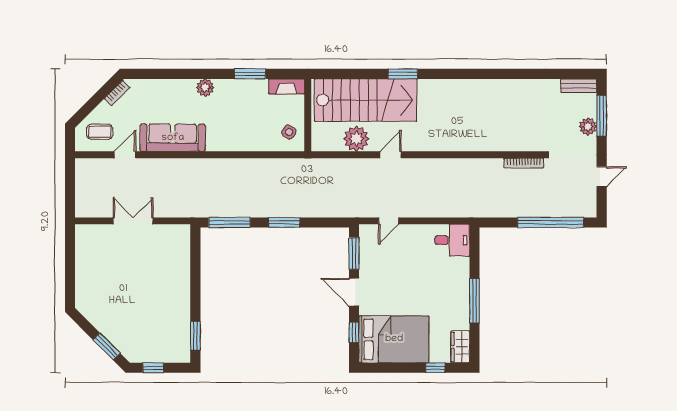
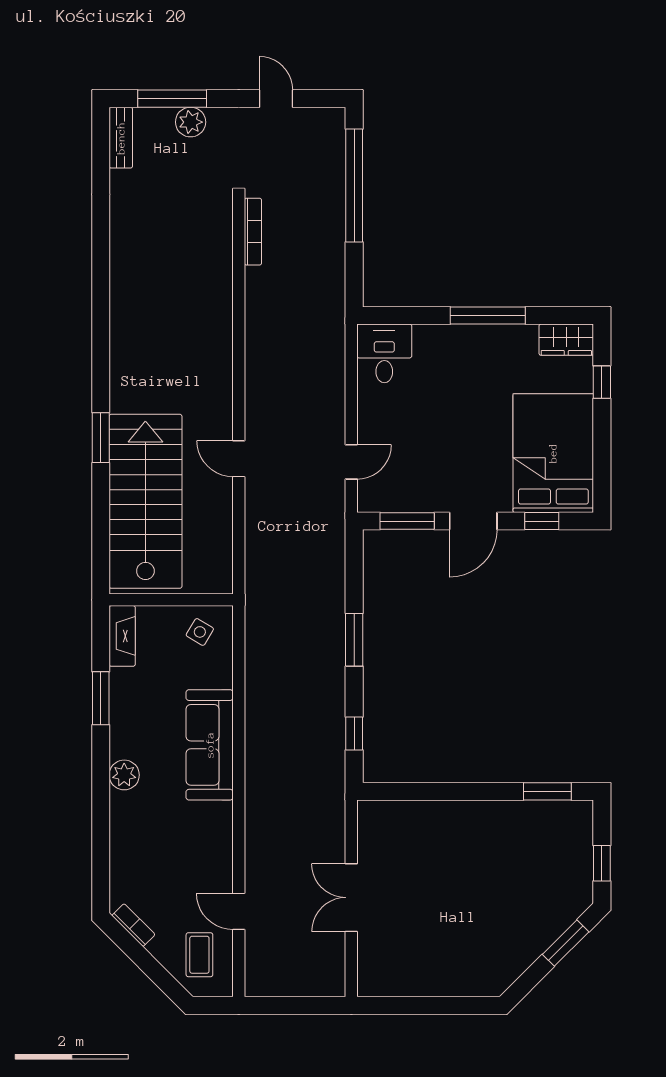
sofa: (173, 138) -> (210, 745), moved
plant: (356, 139) -> (211, 517), removed
door: (389, 221) -> (351, 462), hinge flipped
window: (229, 222) -> (354, 734), width x0.46

